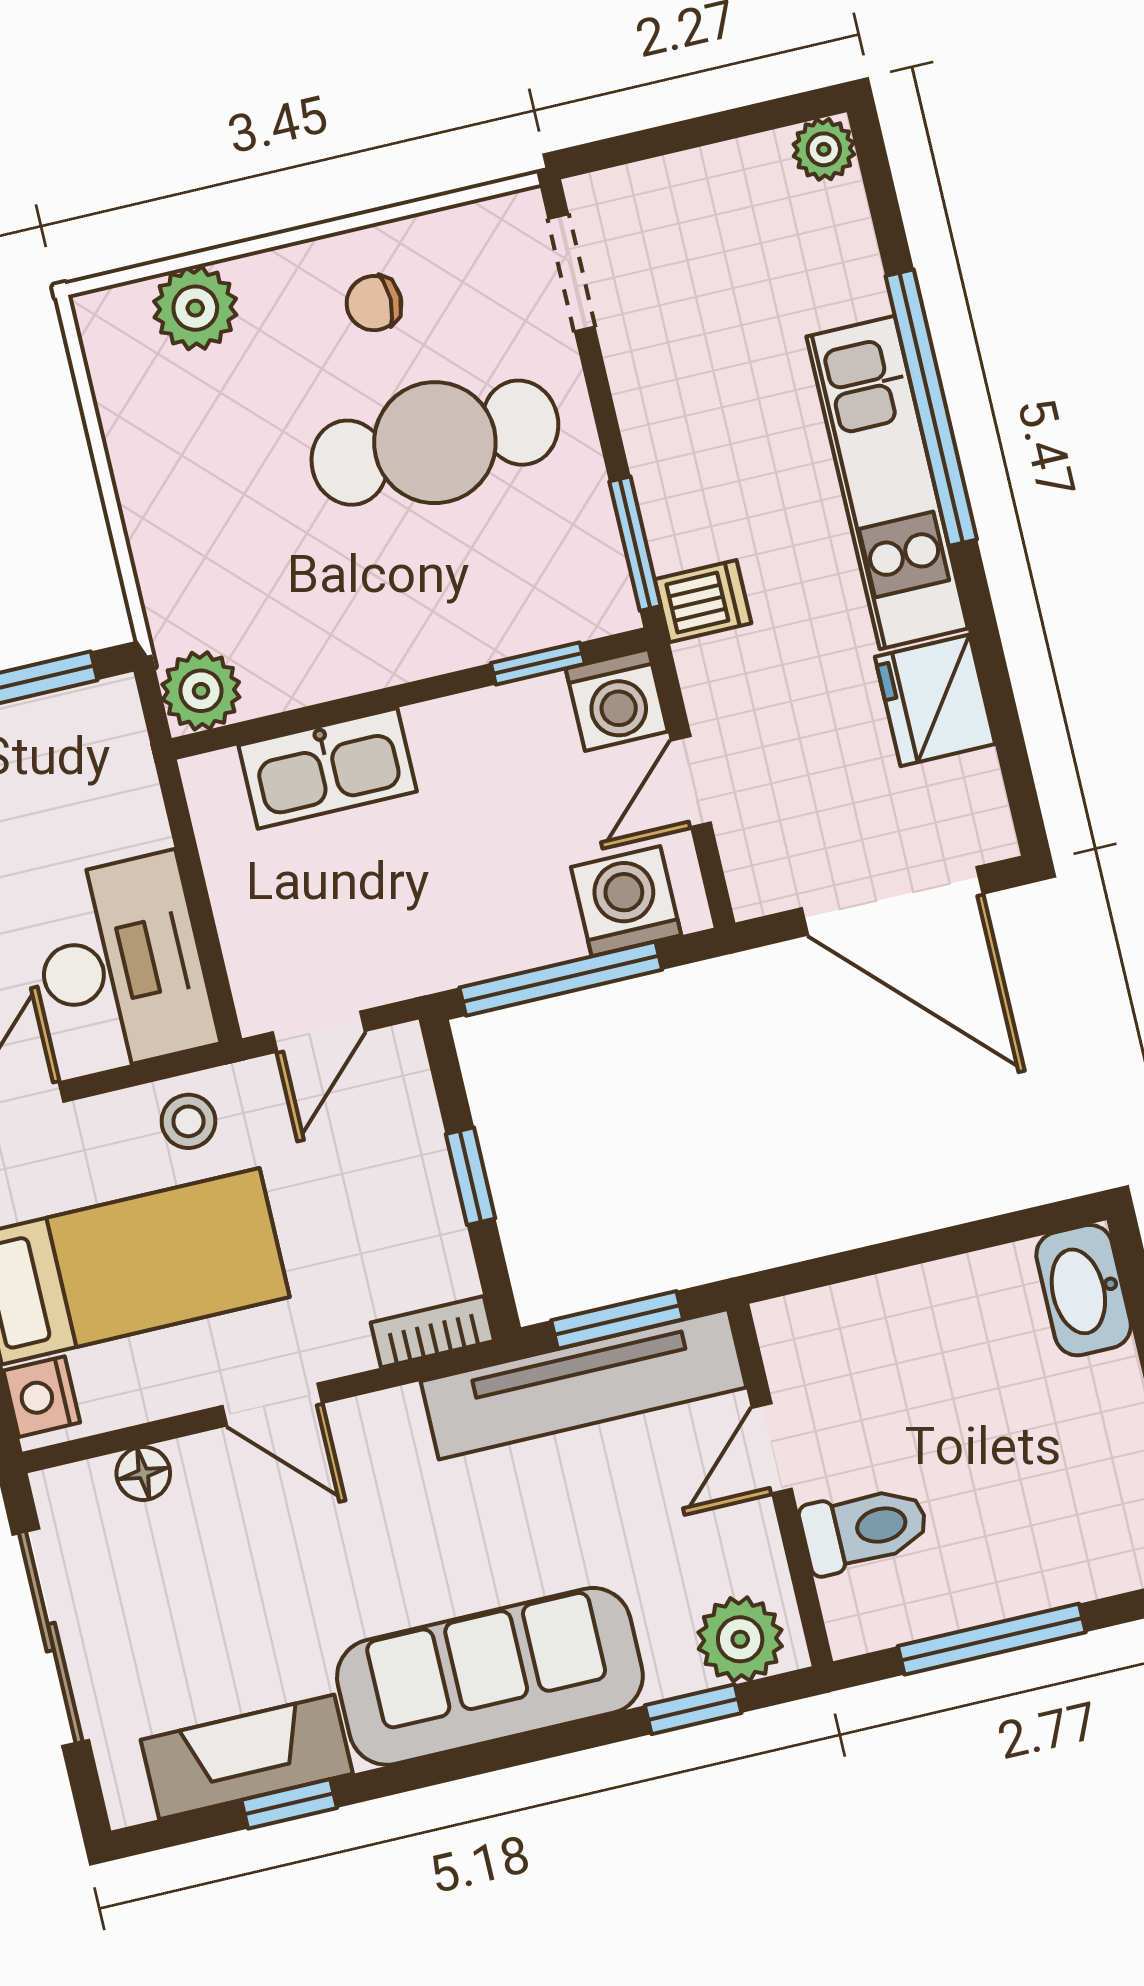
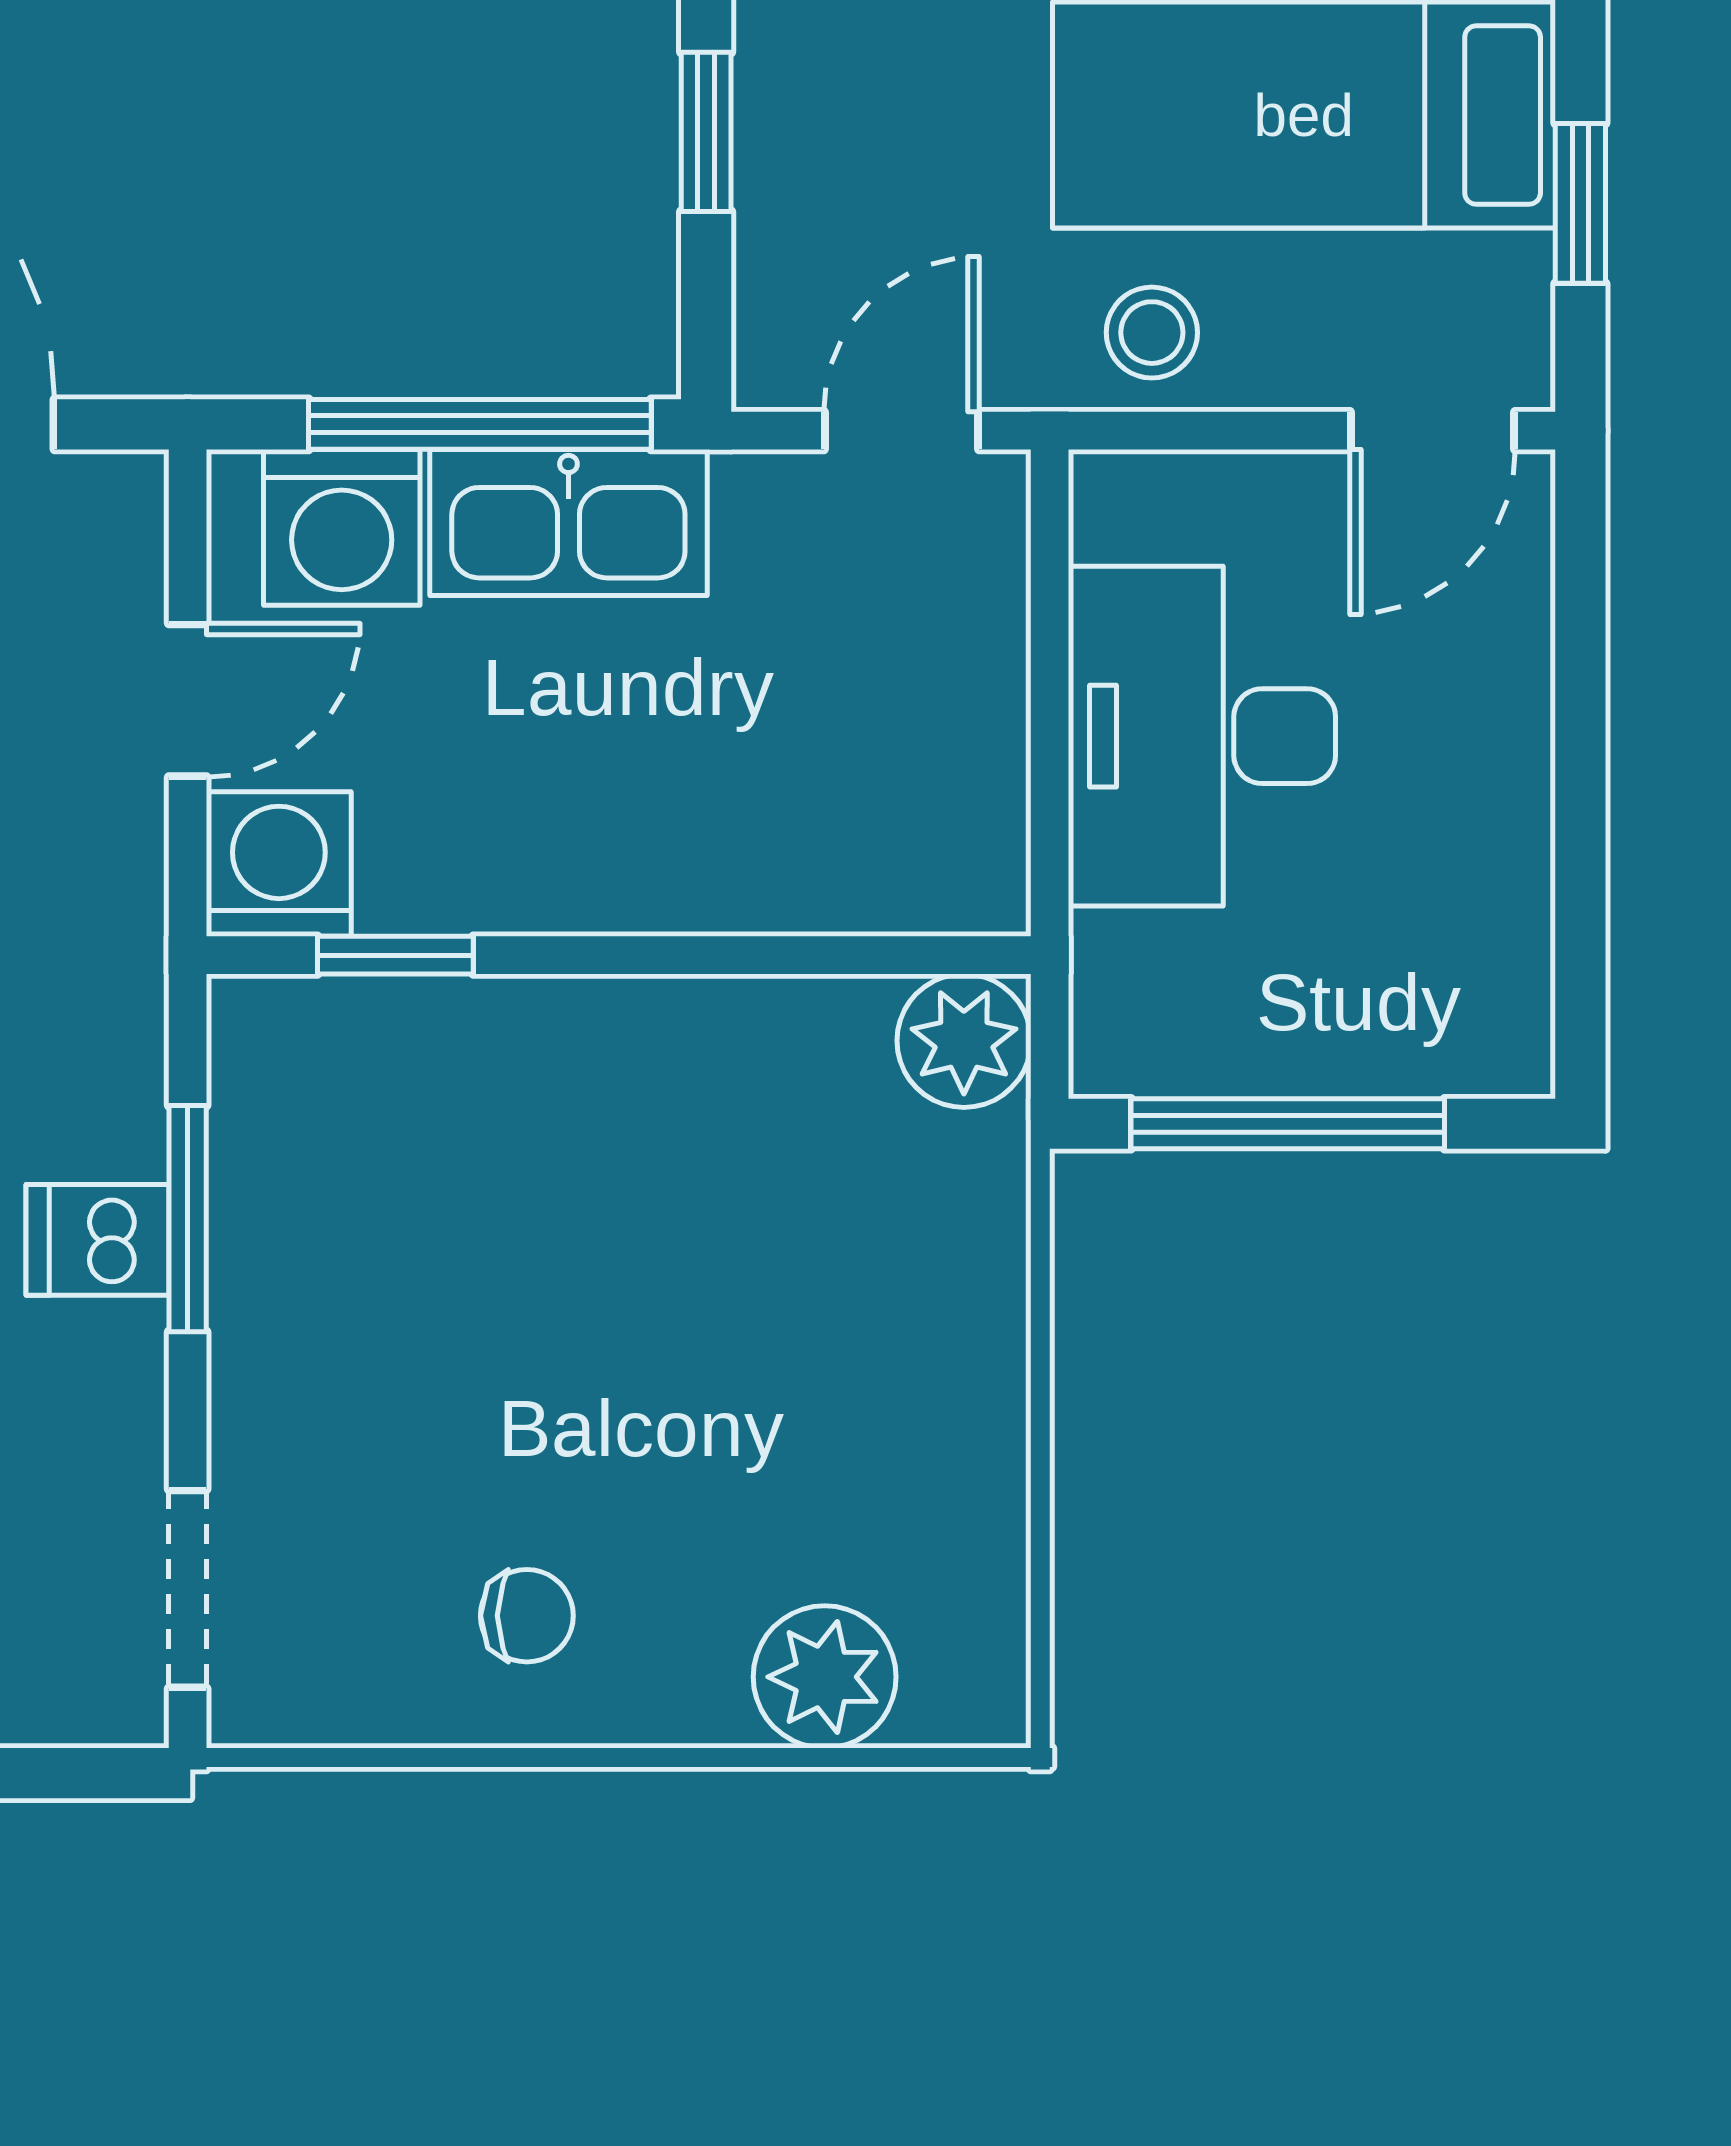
cafe table: (435, 443) -> (480, 1361), removed
window: (635, 544) -> (188, 1219), moved
dishwasher: (703, 601) -> (98, 1240), moved
kitchen sink: (328, 768) -> (568, 522), moved, turned 180
desk: (121, 964) -> (1202, 736), moved

